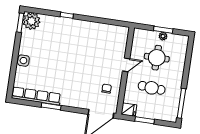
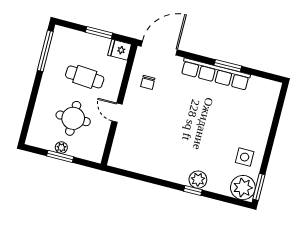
plant: (64, 23) -> (198, 180), added
side table: (23, 61) -> (245, 157), moved
door: (126, 65) -> (117, 113), hinge flipped
row of seats: (36, 96) -> (216, 74), moved

